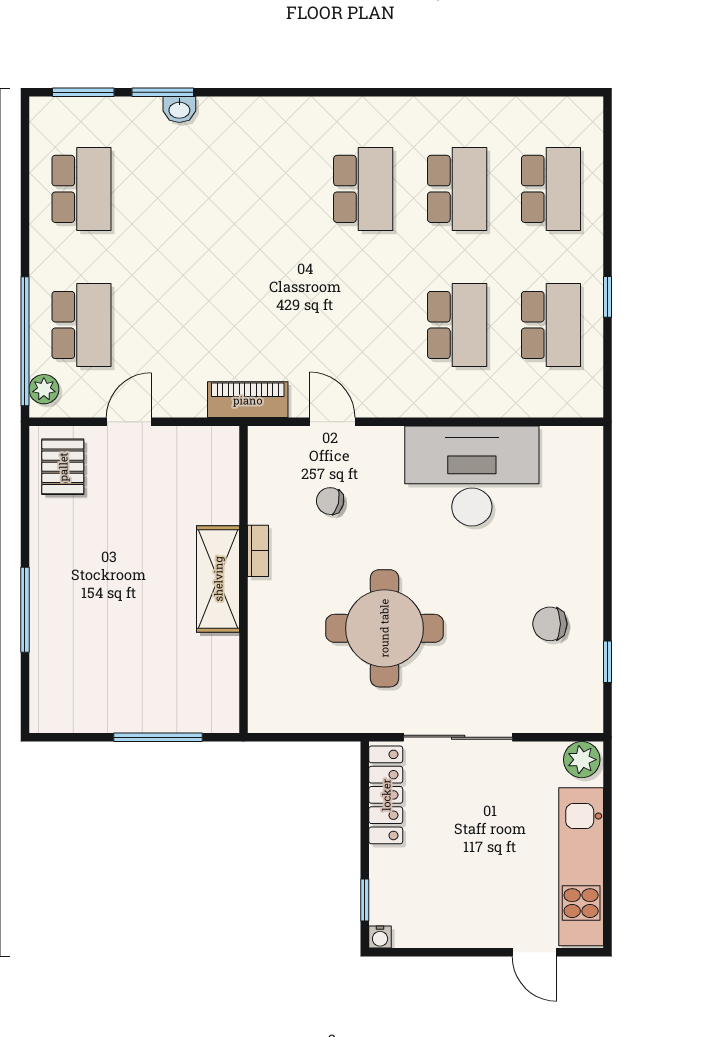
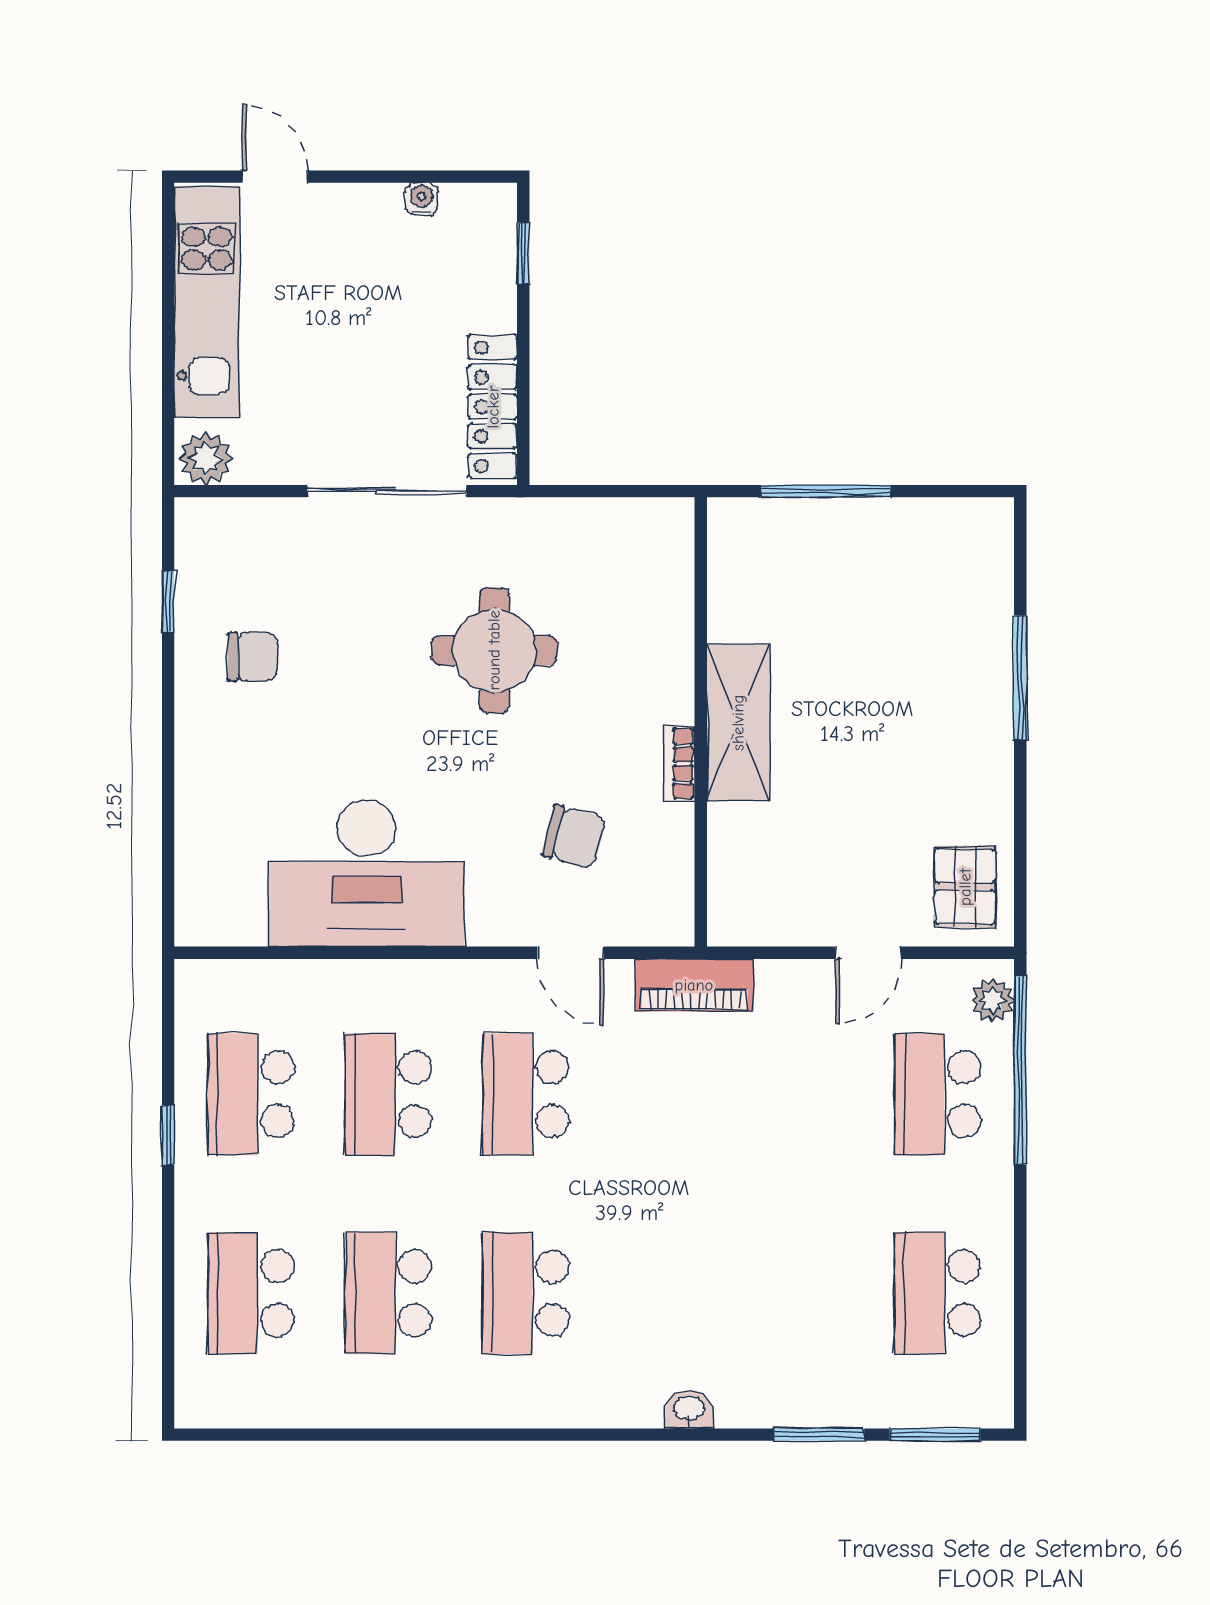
washbasin: (179, 109) -> (689, 1409), moved
school desk: (363, 325) -> (526, 1094), added
chair: (330, 501) -> (574, 837), width x1.37, depth x1.37
round table: (384, 628) -> (494, 650), width x0.73, depth x0.73
water cooler: (380, 937) -> (422, 199), moved

